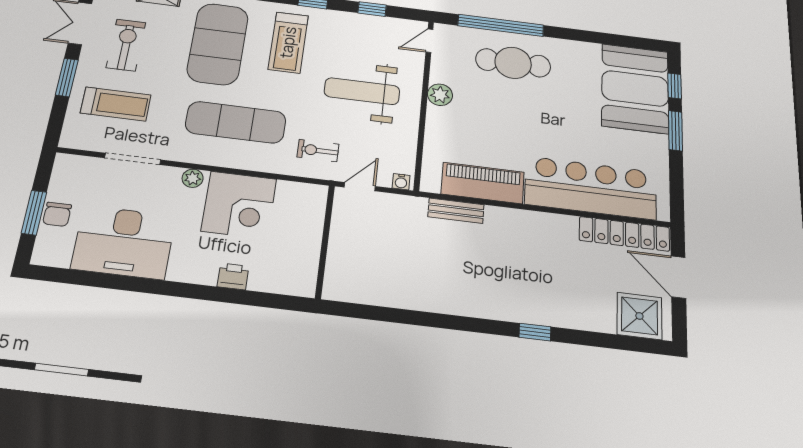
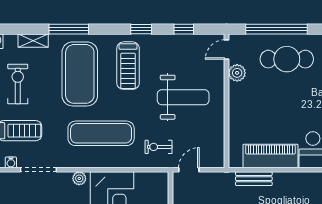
weight bench: (362, 91) -> (183, 97), turned 180
plant: (440, 95) -> (237, 73), moved
water cooler: (401, 182) -> (11, 162), moved

